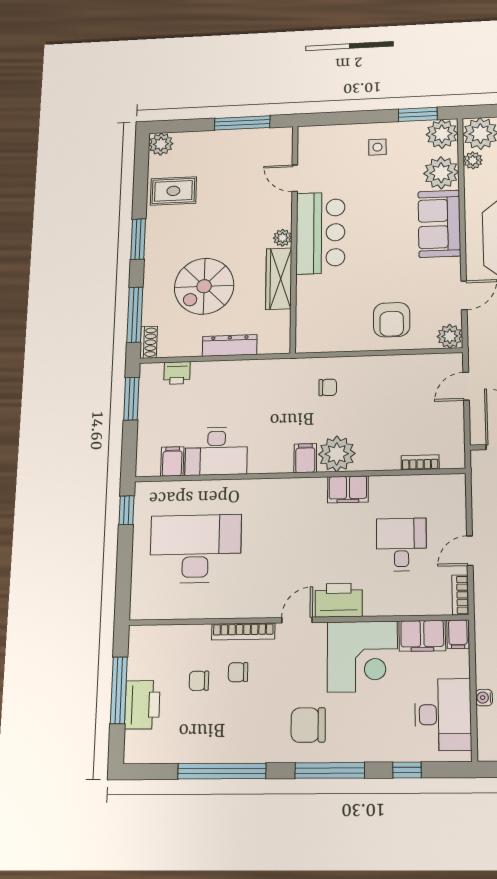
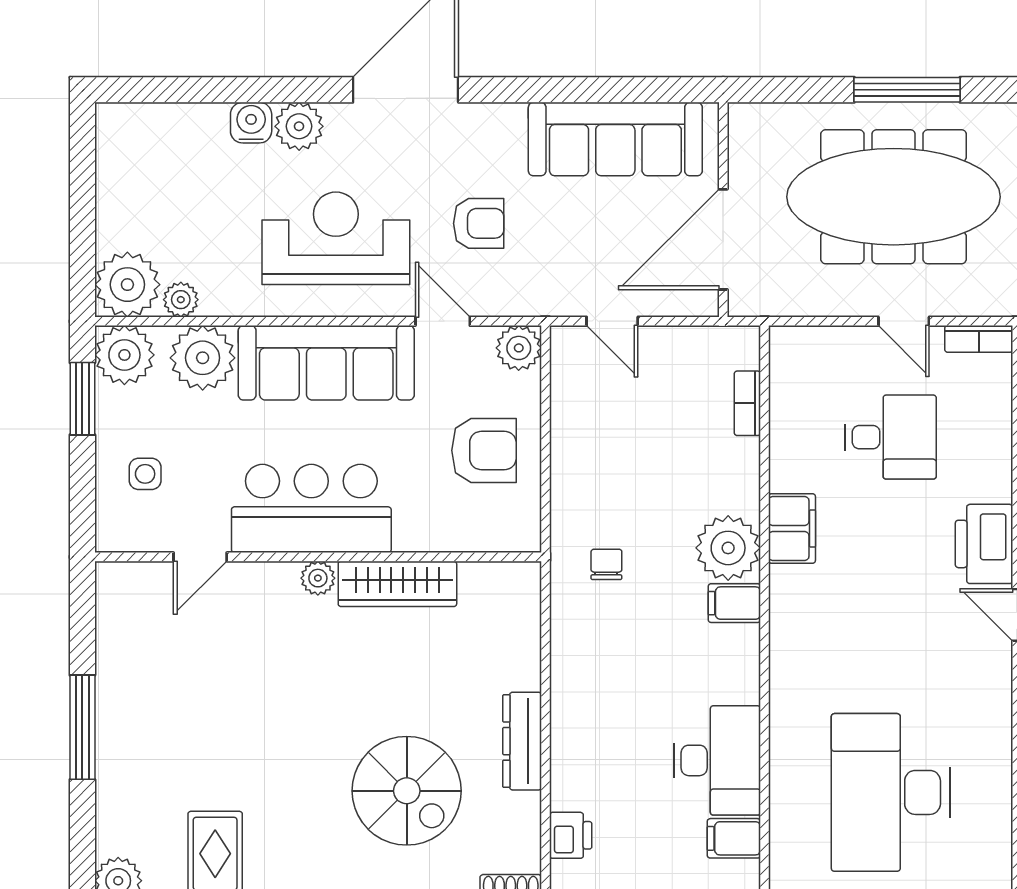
door: (295, 178) -> (200, 557), moved
sofa: (439, 224) -> (326, 363), width x1.36
bar counter: (320, 233) -> (311, 508), moved
wall: (294, 237) -> (318, 557), moved
plant: (282, 238) -> (318, 578), moved
wardrobe: (279, 279) -> (397, 584), moved
desk: (401, 544) -> (891, 437), turned 180

